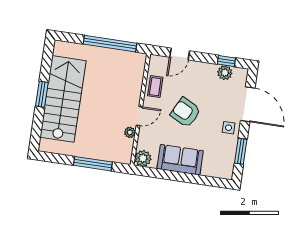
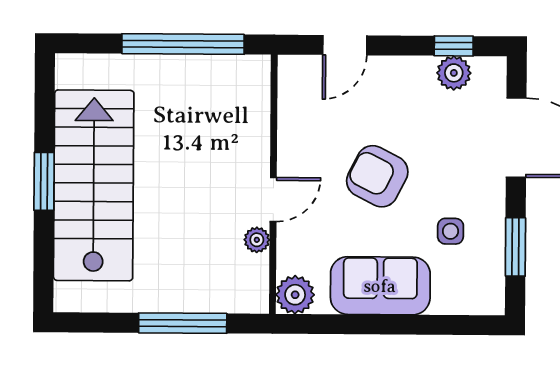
coffee table: (155, 87) -> (300, 127), removed
side table: (229, 128) -> (451, 231), moved

